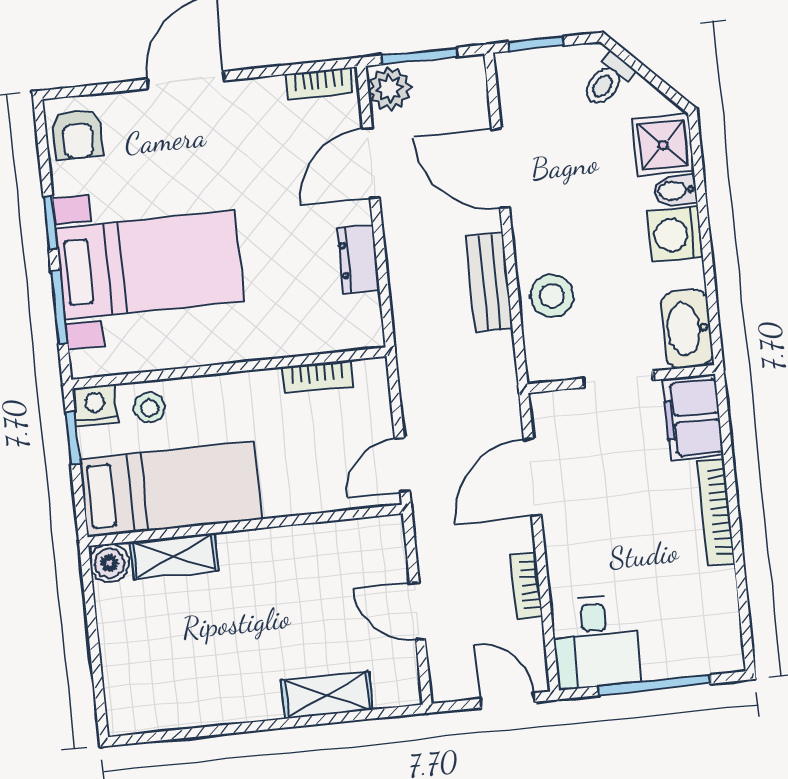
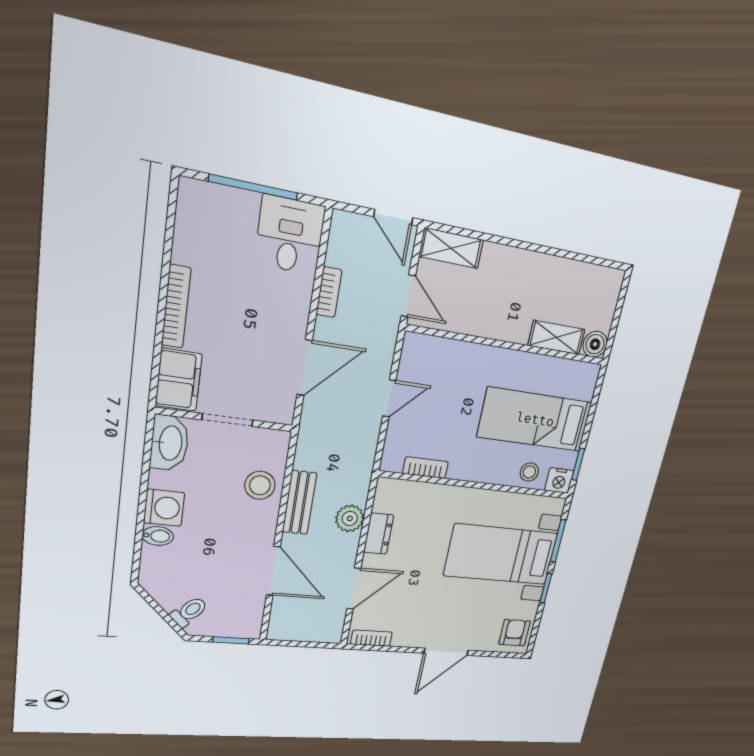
window: (419, 56) -> (307, 644), removed
plant: (390, 89) -> (350, 518), moved
shower: (663, 145) -> (160, 566), removed
wall: (245, 525) -> (508, 345), moved
shelving: (174, 556) -> (556, 337), moved
boiler: (109, 563) -> (595, 344), moved
shelving: (327, 695) -> (451, 248), moved
door: (508, 700) -> (393, 217), moved

